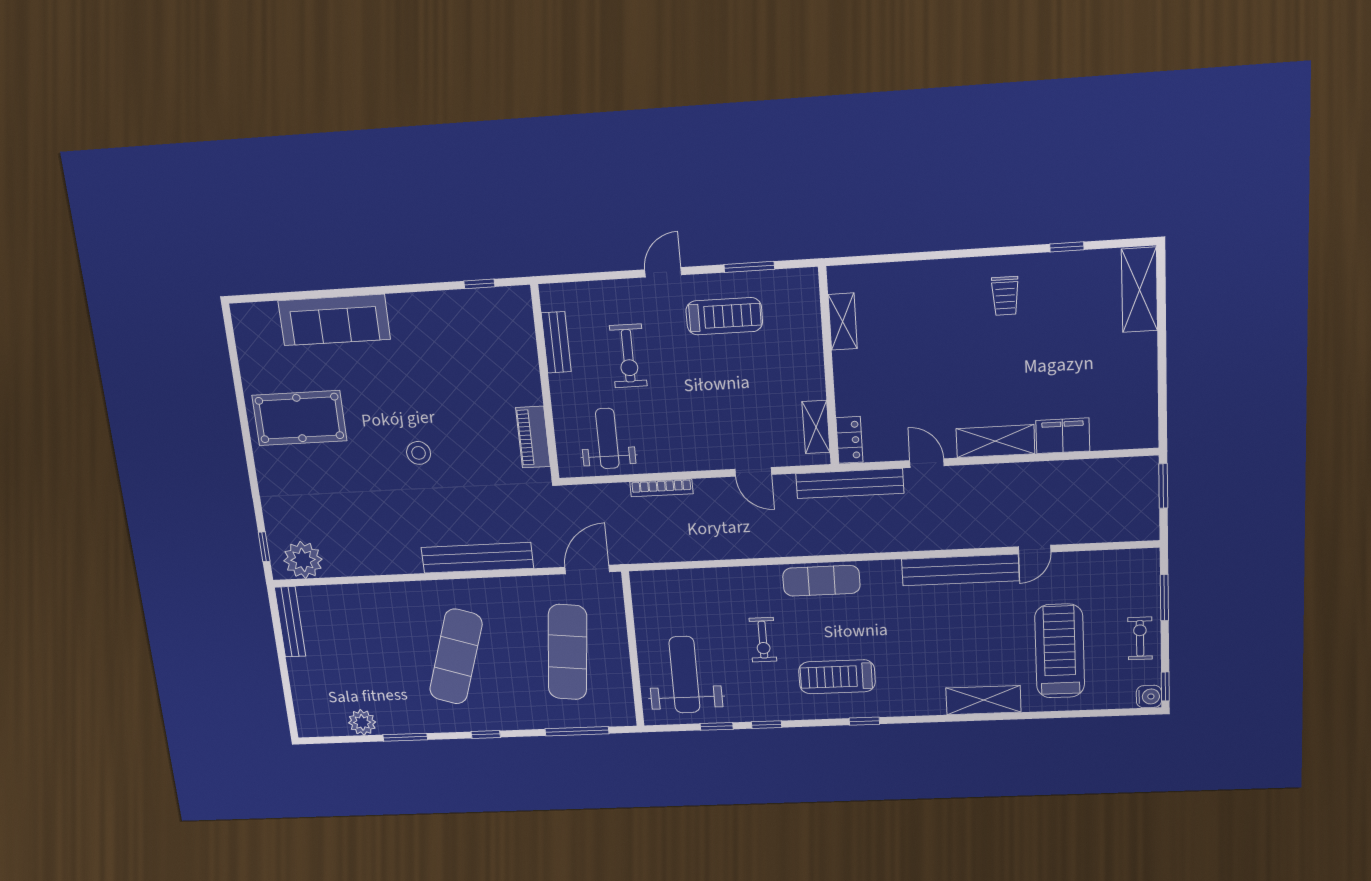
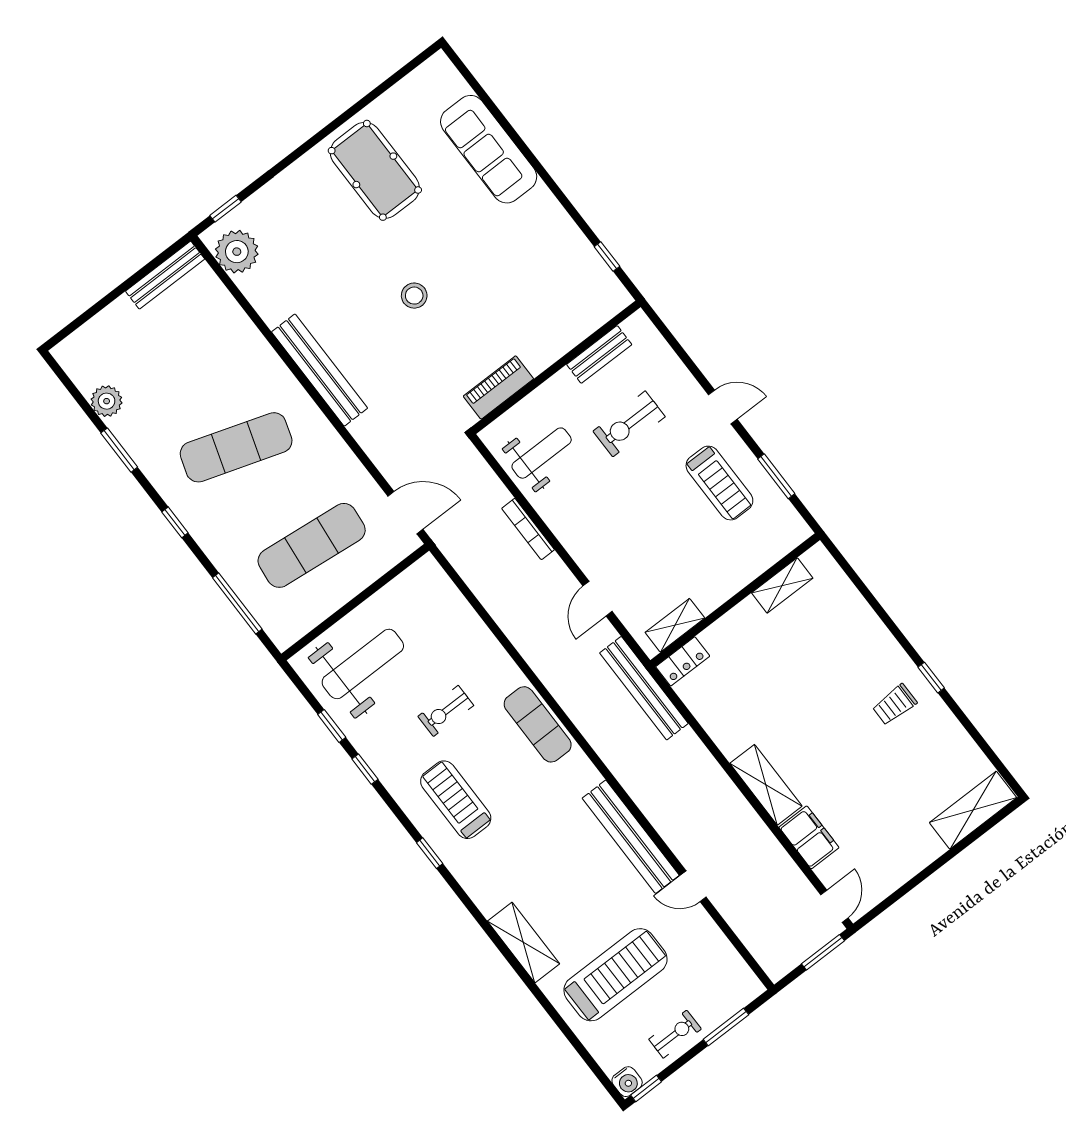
window: (1067, 247) -> (931, 678), moved
door: (927, 463) -> (834, 906), moved
bench: (477, 558) -> (320, 370), moved

